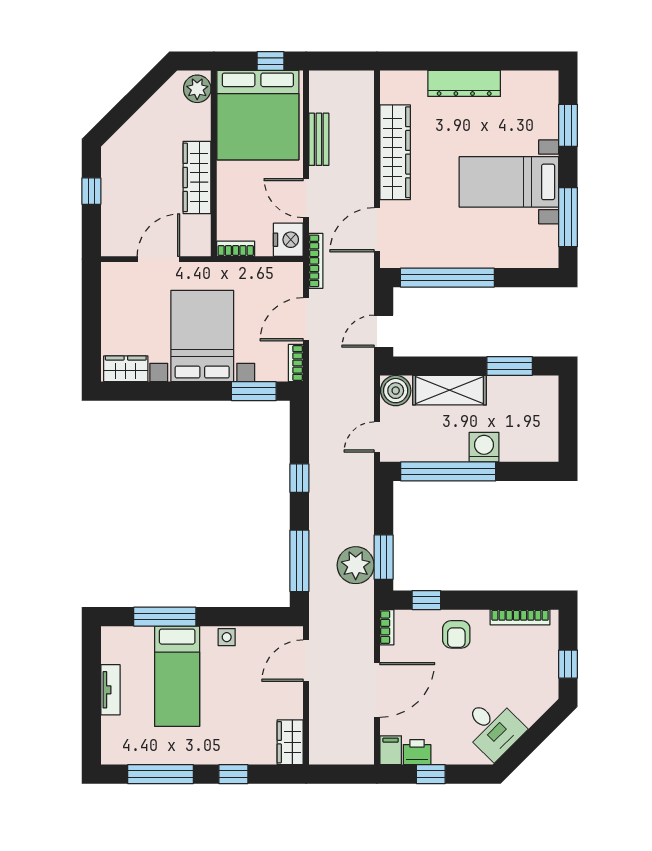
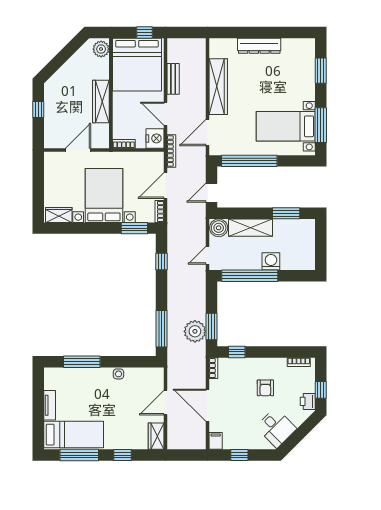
bed with nightstands: (509, 182) -> (286, 126), moved
window: (299, 478) -> (162, 261), moved
bookcase: (520, 617) -> (299, 362), width x0.64
armchair: (456, 634) -> (265, 388), moved
door: (306, 661) -> (166, 403), moved
bed: (177, 676) -> (74, 435), moved, turned -90
door: (377, 690) -> (208, 405), swing flipped
printer: (417, 752) -> (308, 401), moved, turned -90

